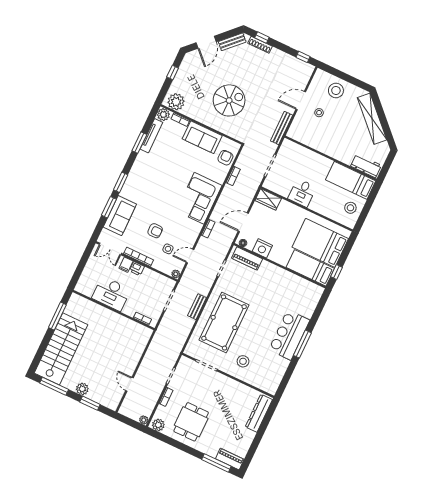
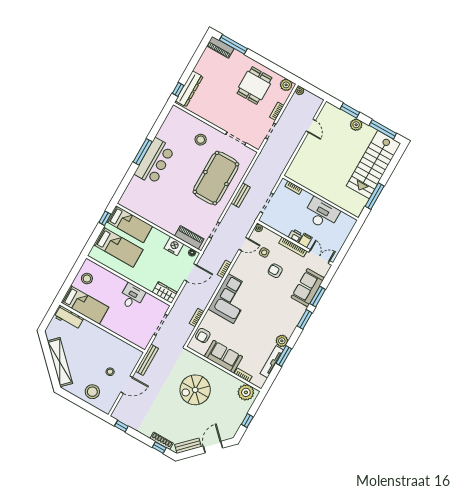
plant: (163, 115) -> (282, 341), moved
bed: (320, 243) -> (118, 247), width x0.67
window: (270, 412) -> (178, 89), added

